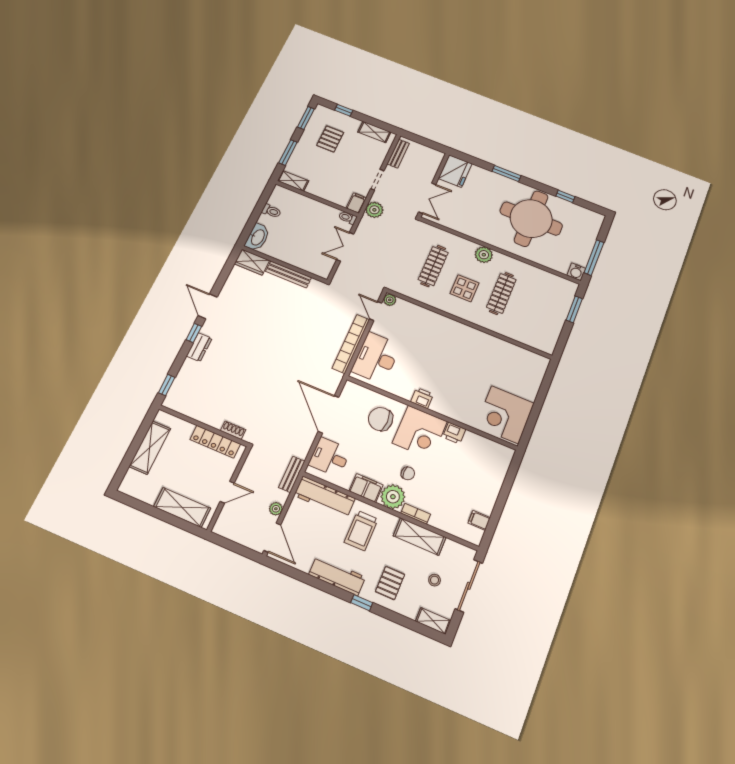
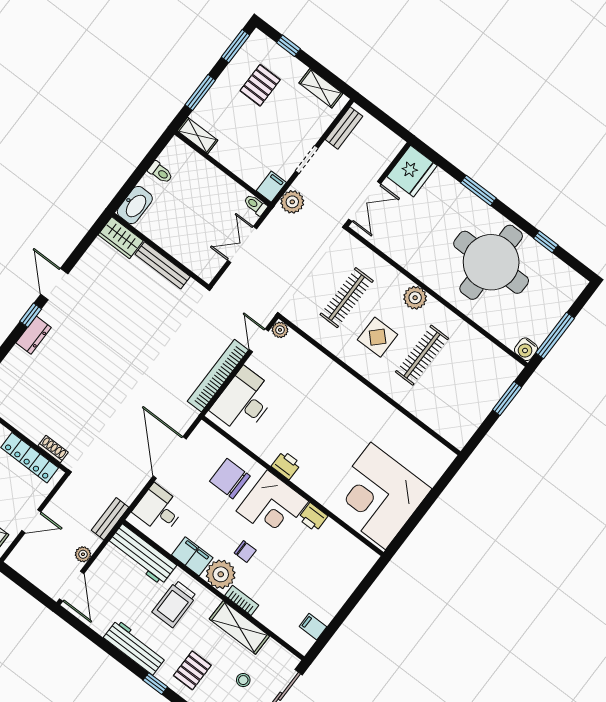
corner desk: (505, 415) -> (378, 496), width x1.36, depth x1.36

